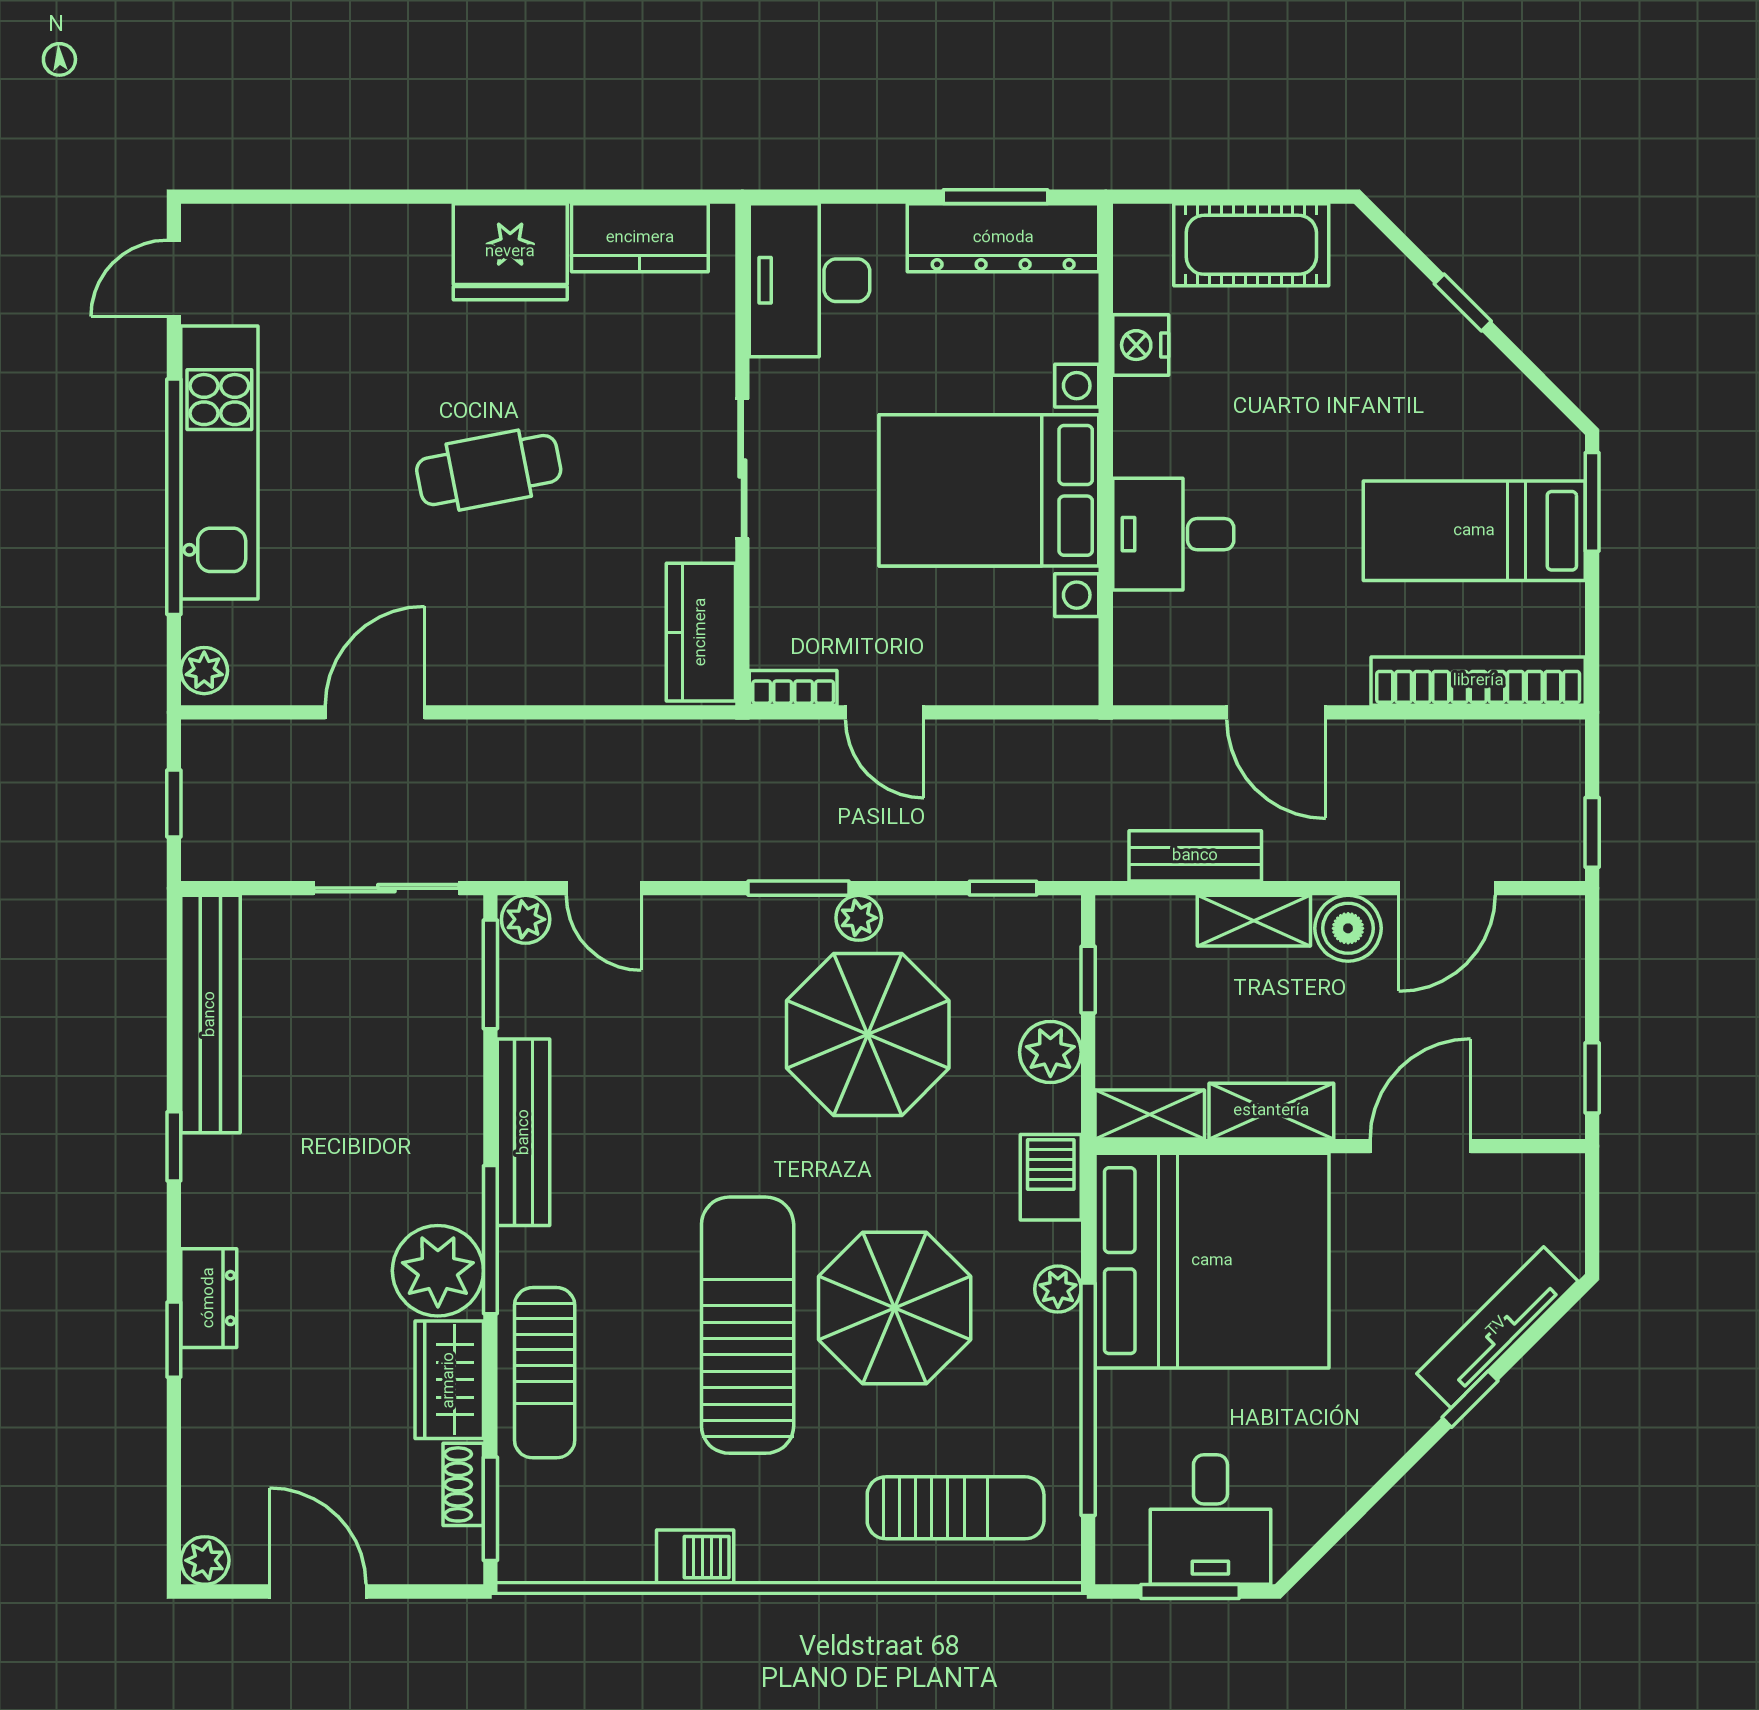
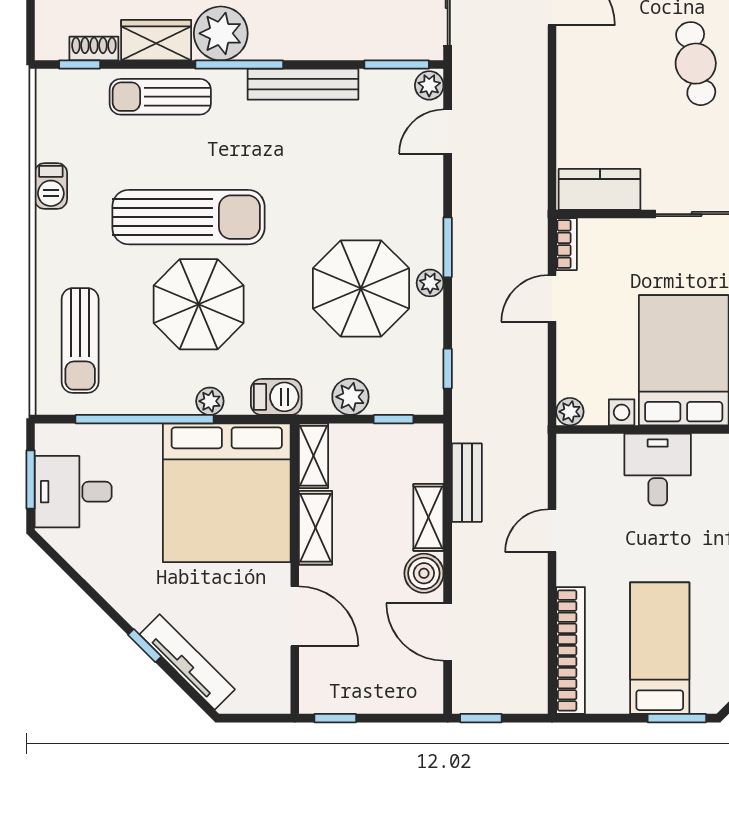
plant: (1076, 682) -> (570, 412), added
door: (1276, 712) -> (552, 531), width x0.73
window: (490, 1509) -> (80, 65), width x0.67

